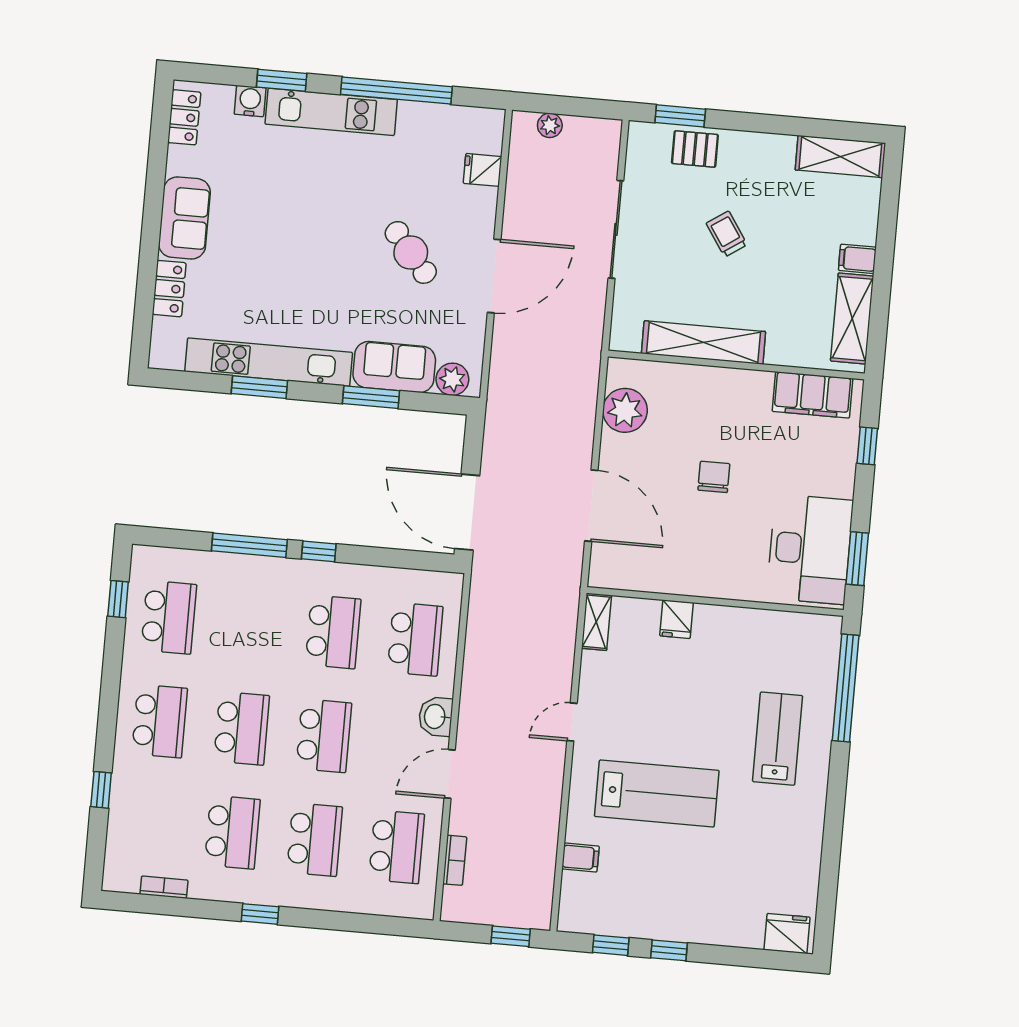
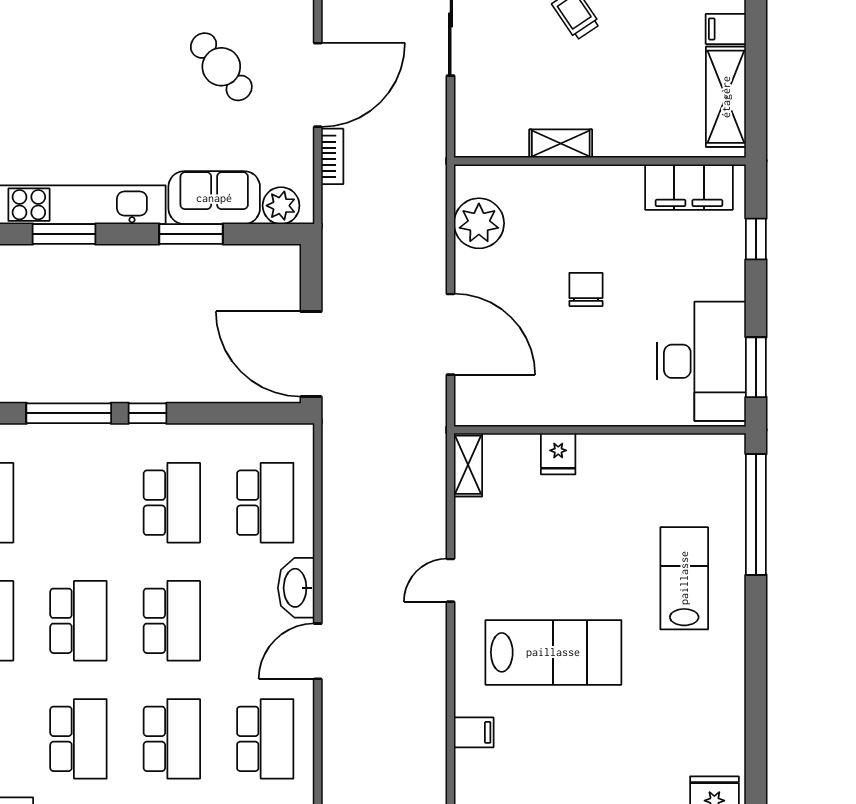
shelving: (703, 343) -> (561, 144), width x0.45, depth x0.75
washbasin: (436, 717) -> (296, 588), width x1.38
bookcase: (455, 860) -> (332, 156), moved

